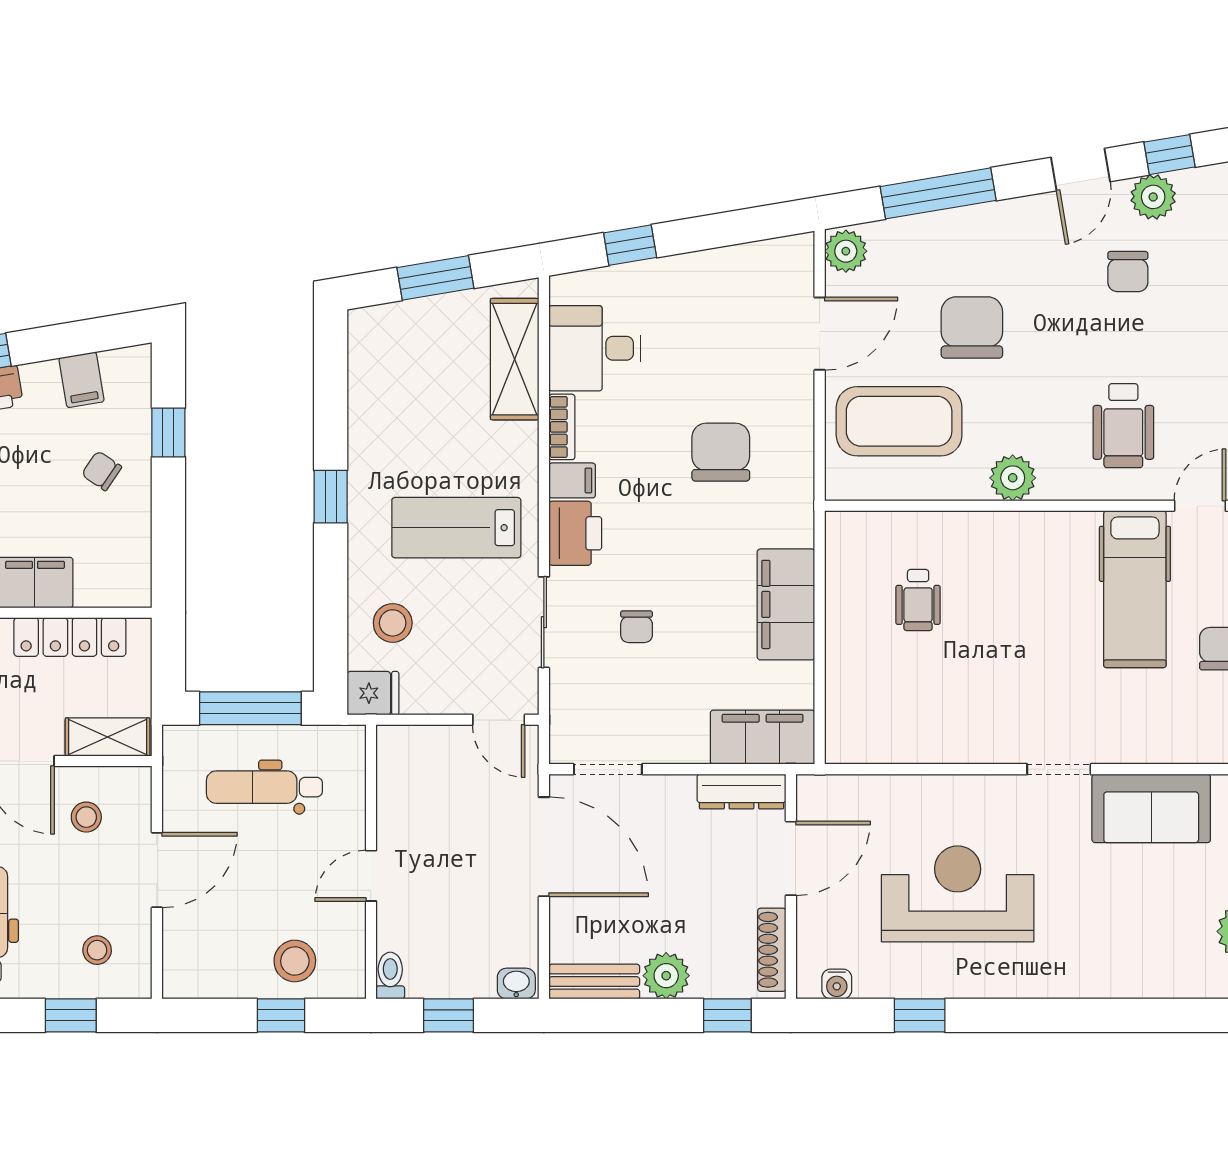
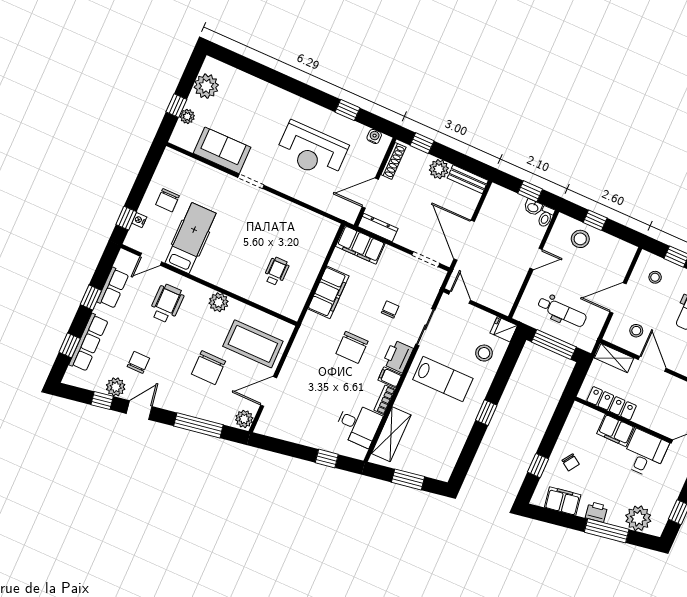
filing cabinet: (82, 380) -> (563, 501), width x2.00
chair: (721, 452) -> (352, 347), moved
washbasin: (516, 984) -> (533, 207), moved

